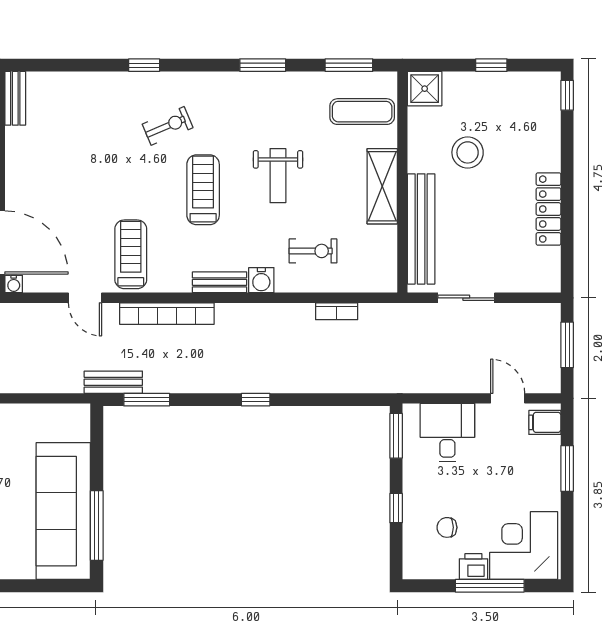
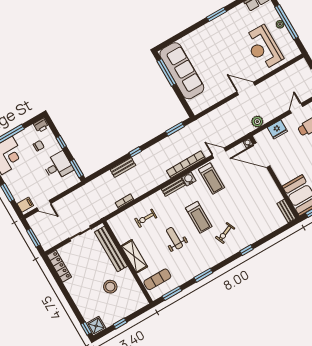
shower: (425, 89) -> (96, 326), moved
locker: (548, 209) -> (59, 266), moved
water cooler: (261, 280) -> (189, 179), moved
bench: (113, 382) -> (123, 168), moved
desk: (447, 433) -> (58, 166), moved, turned -90
printer: (473, 567) -> (41, 125), moved

